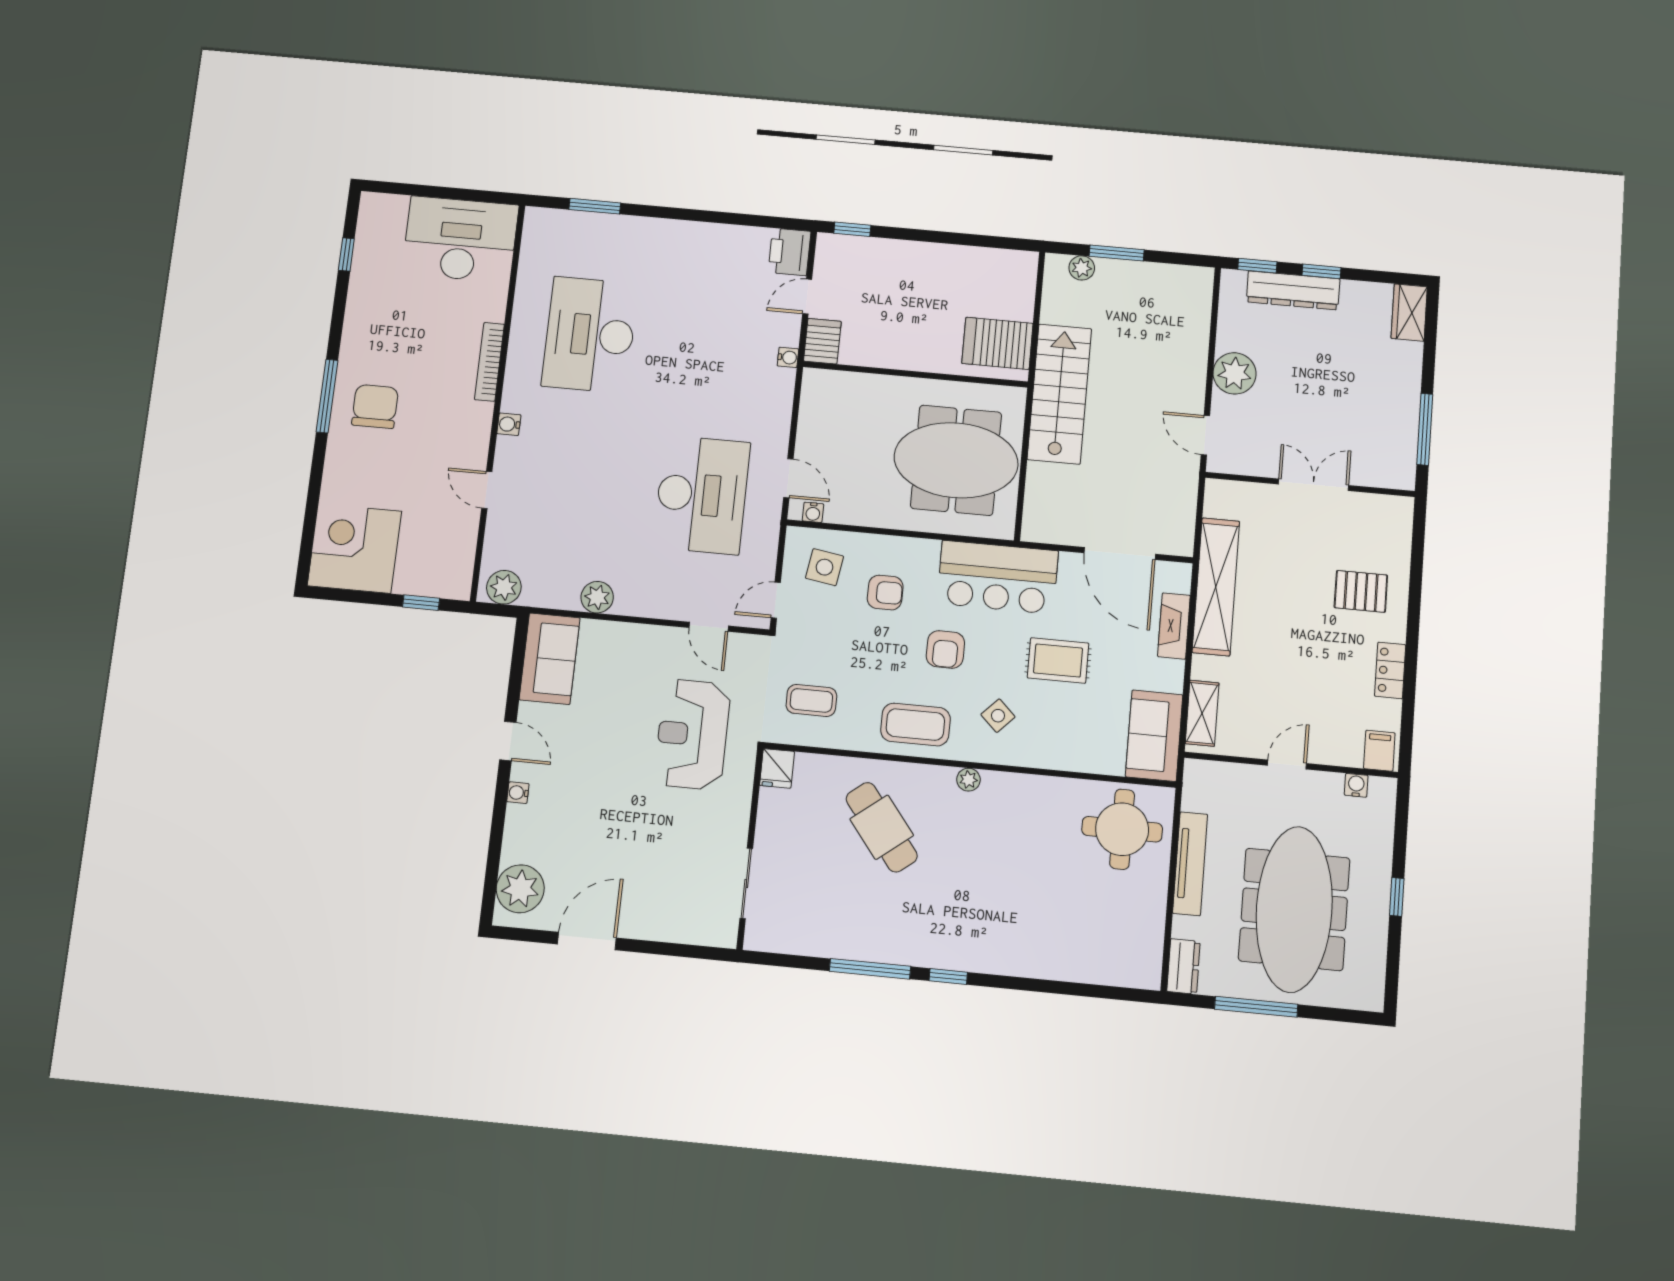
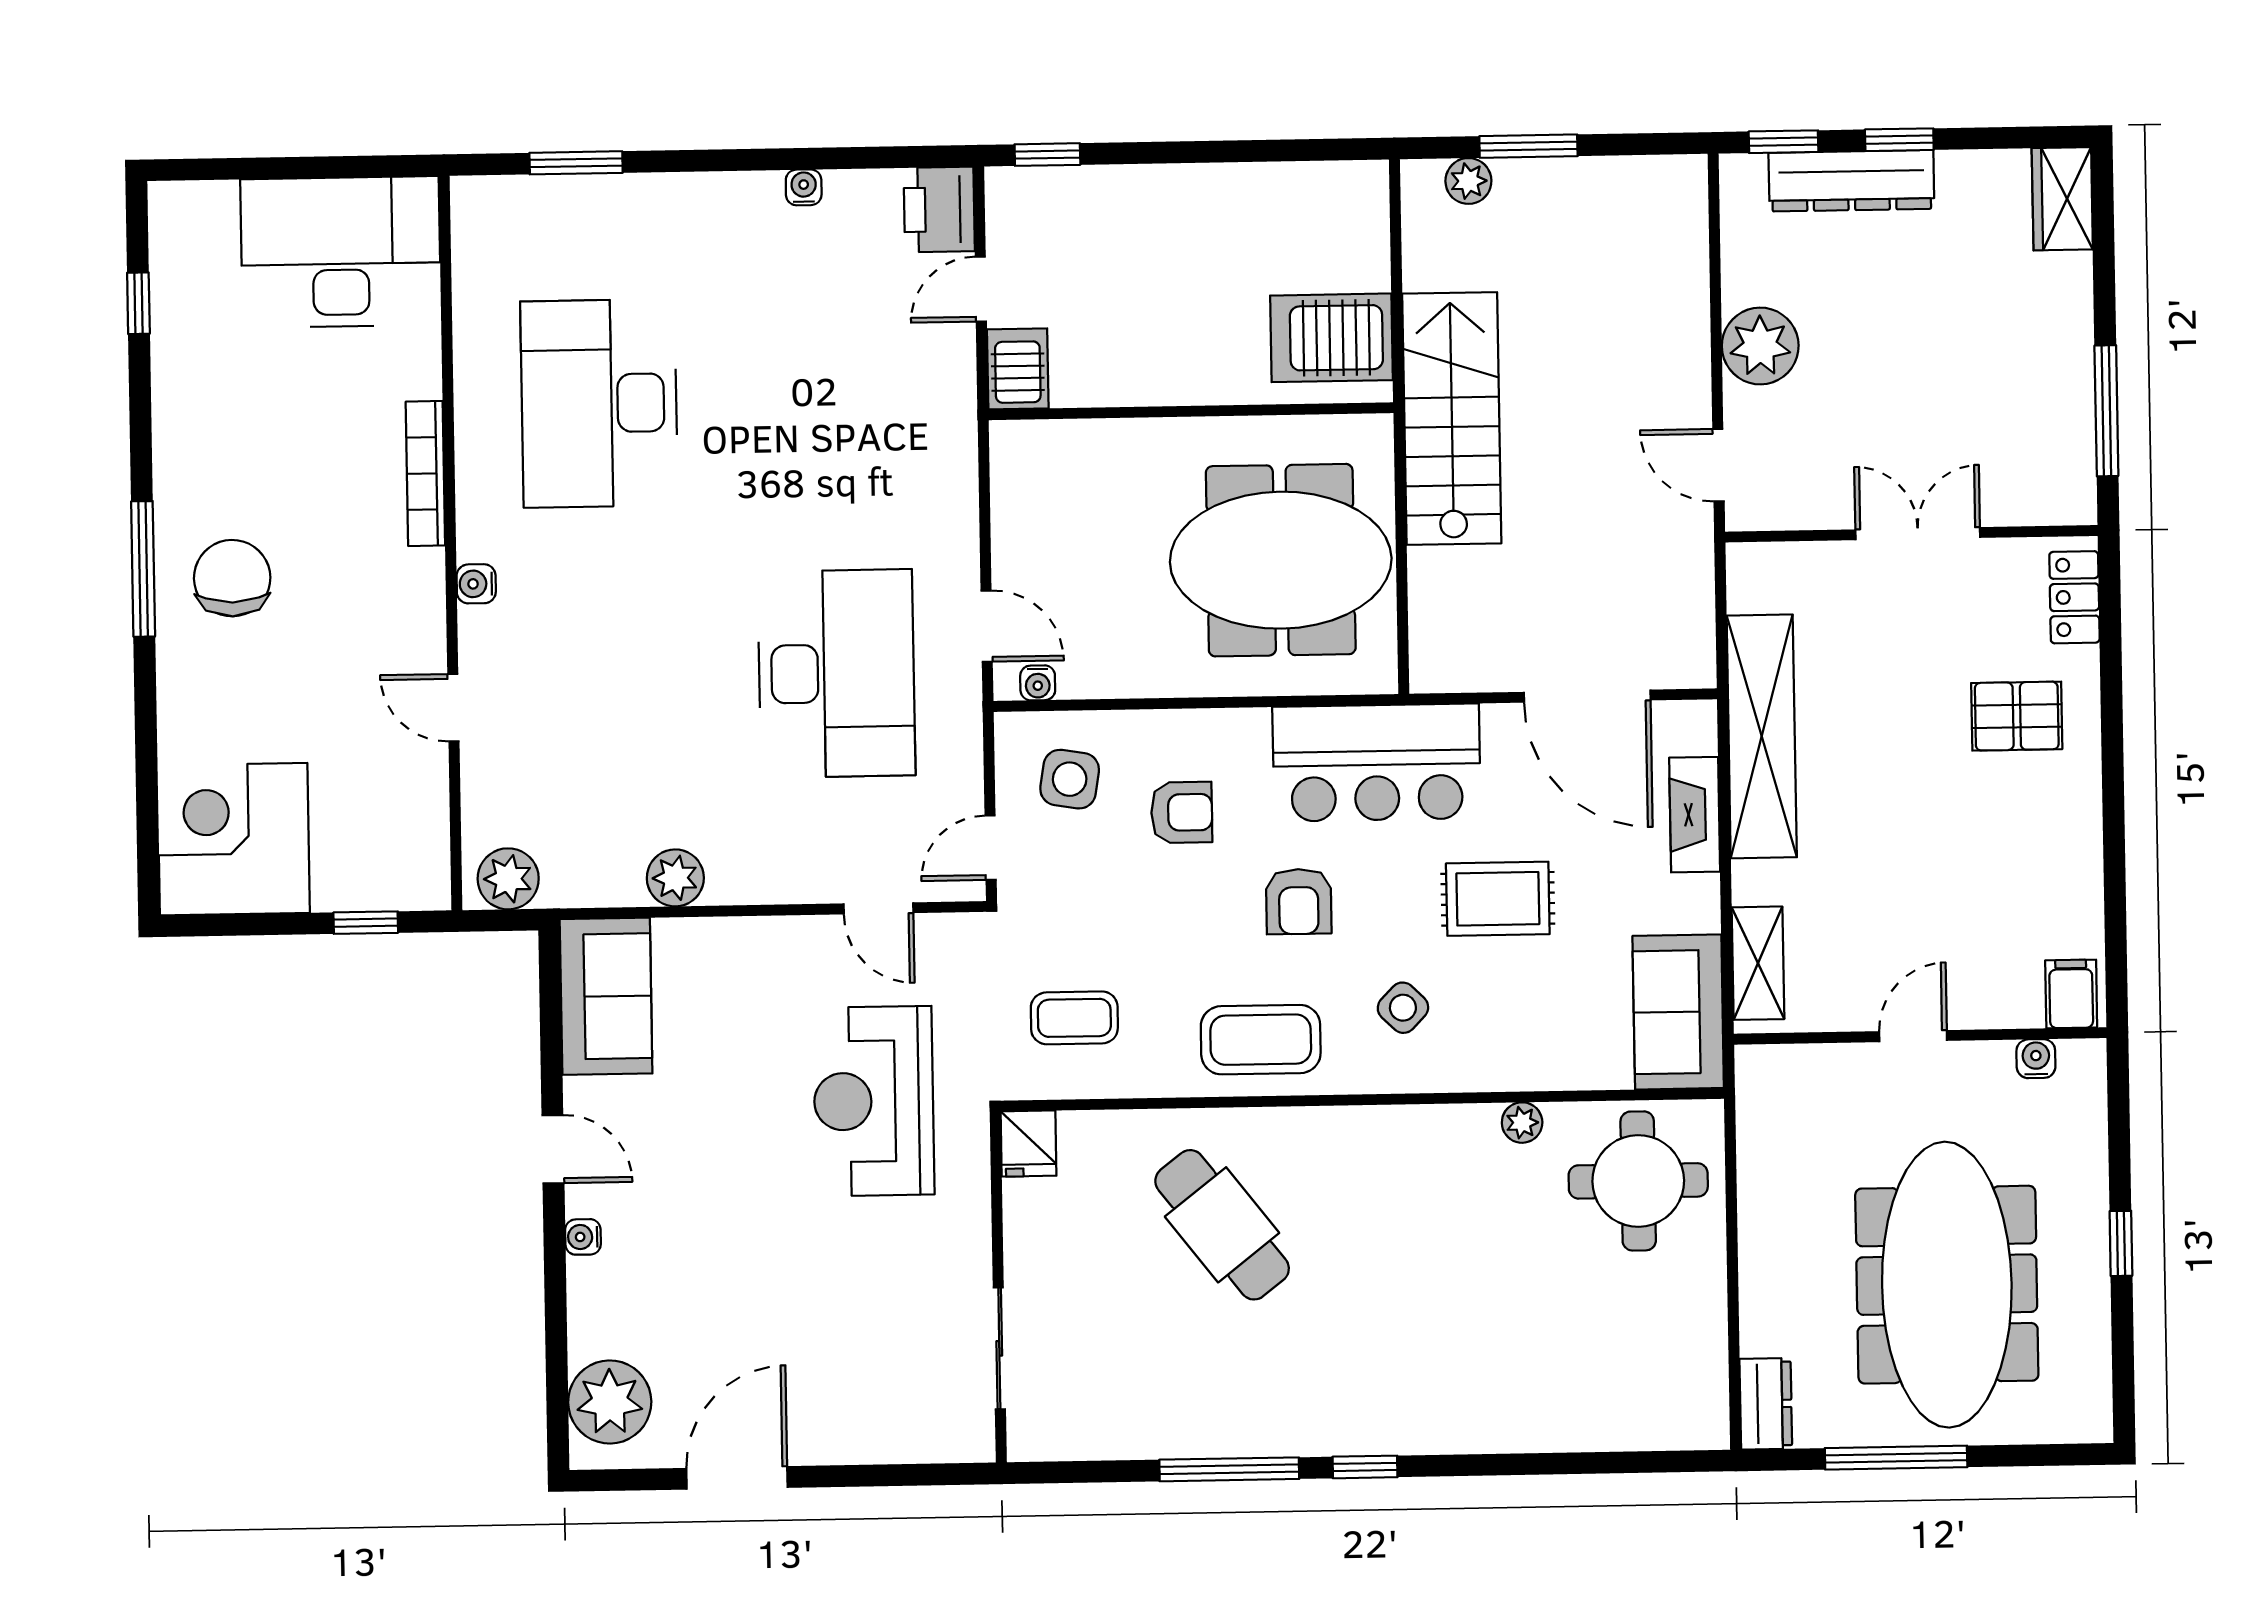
water cooler: (788, 357) -> (804, 187), moved, turned -90
locker: (1390, 670) -> (2074, 597), moved
plant: (968, 780) -> (1522, 1123), moved
tv unit: (1190, 864) -> (1761, 1227), removed

